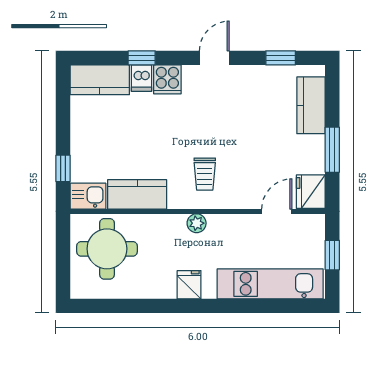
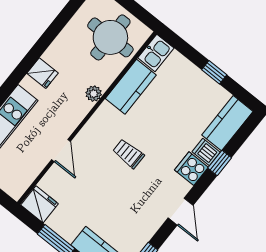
window: (63, 168) -> (214, 72), moved
trolley: (205, 174) -> (128, 154), moved
door: (277, 211) -> (61, 150), moved
plant: (197, 223) -> (94, 94), moved

